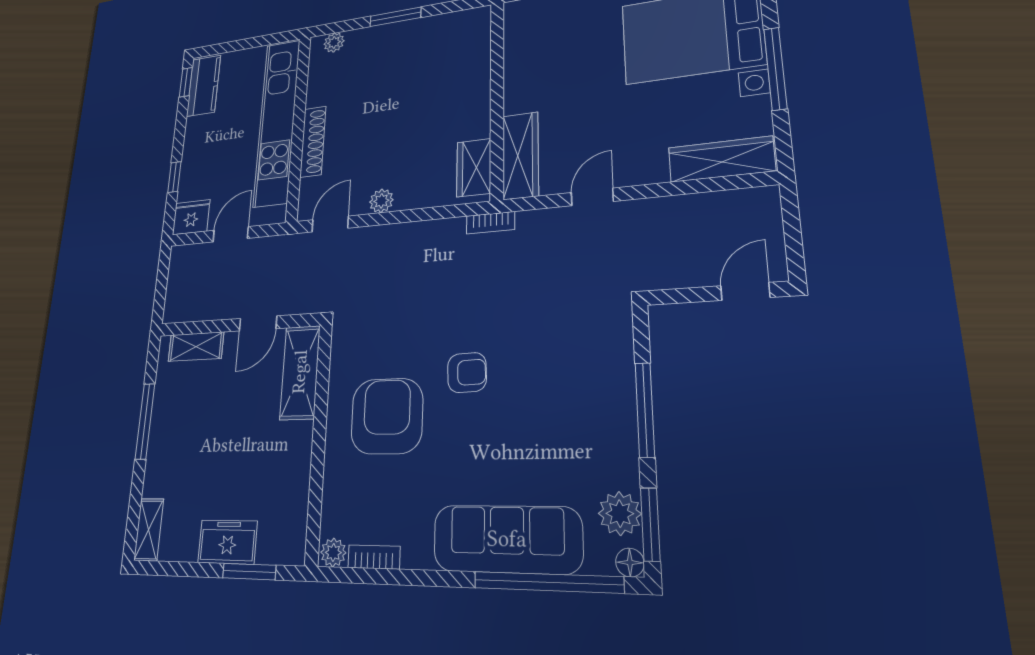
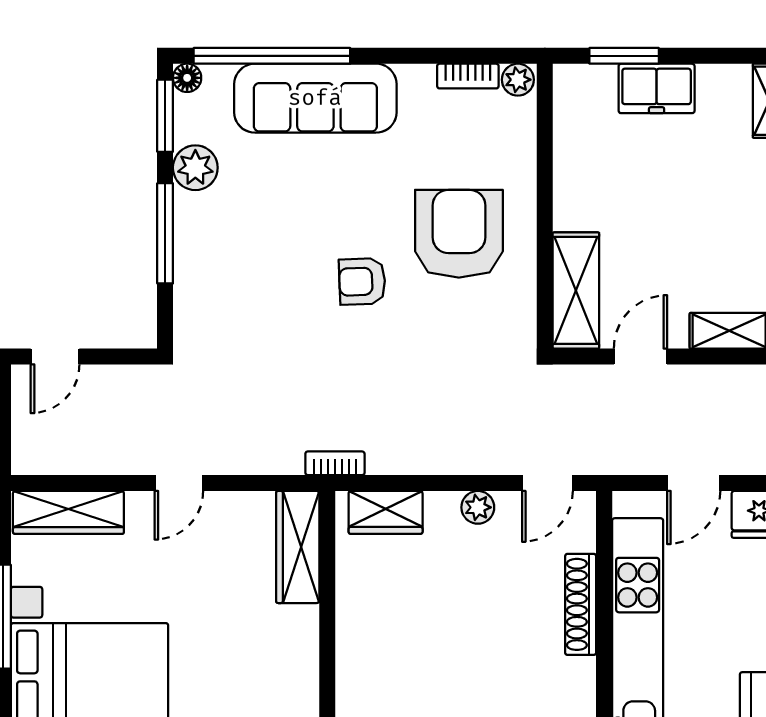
wardrobe: (474, 168) -> (386, 512), moved, turned 90
door: (592, 197) -> (179, 483), moved
armchair: (387, 416) -> (459, 234), turned 180
plant: (620, 514) -> (195, 168), moved

